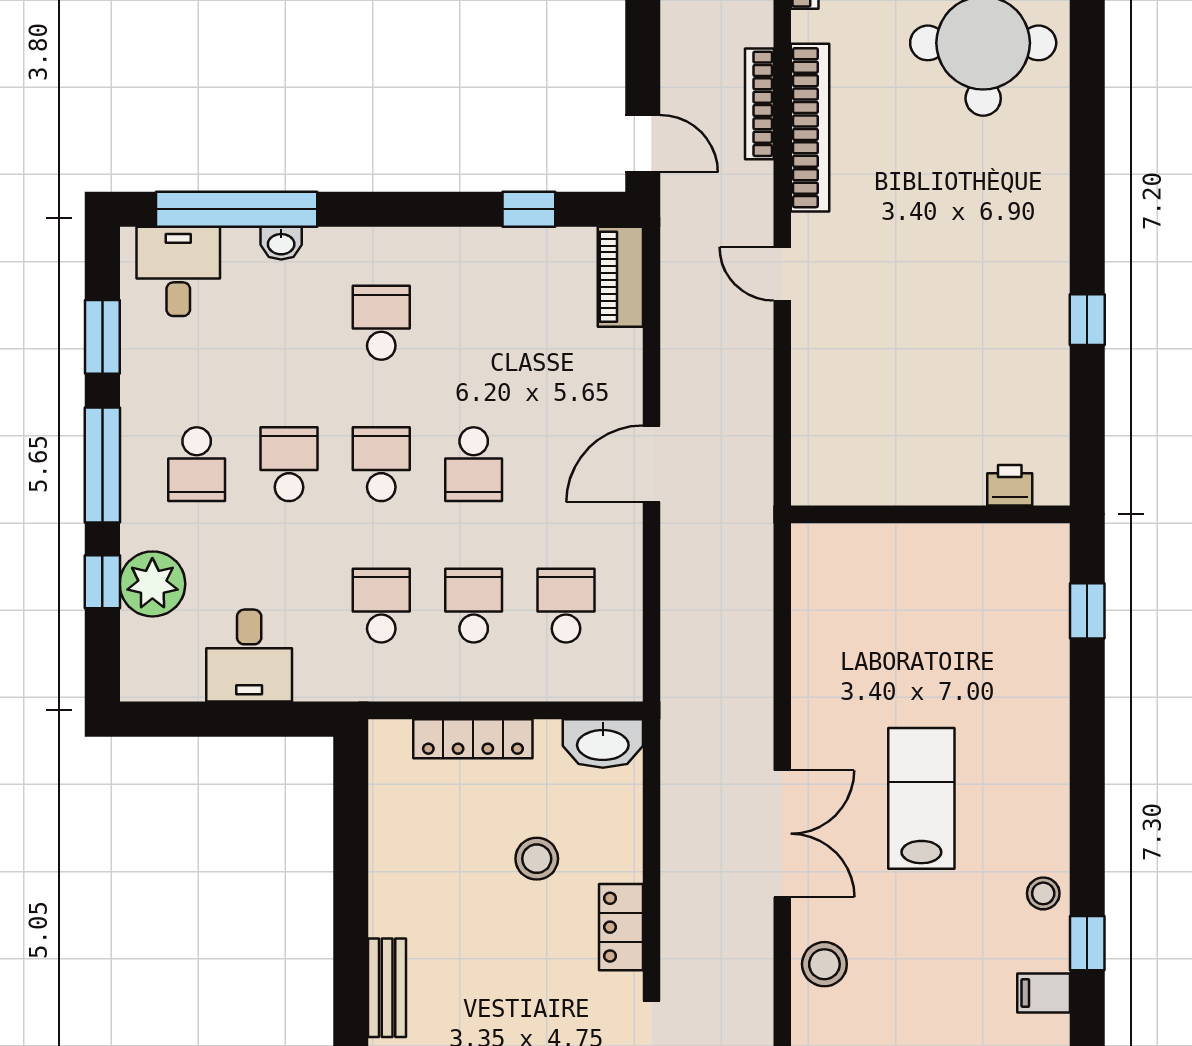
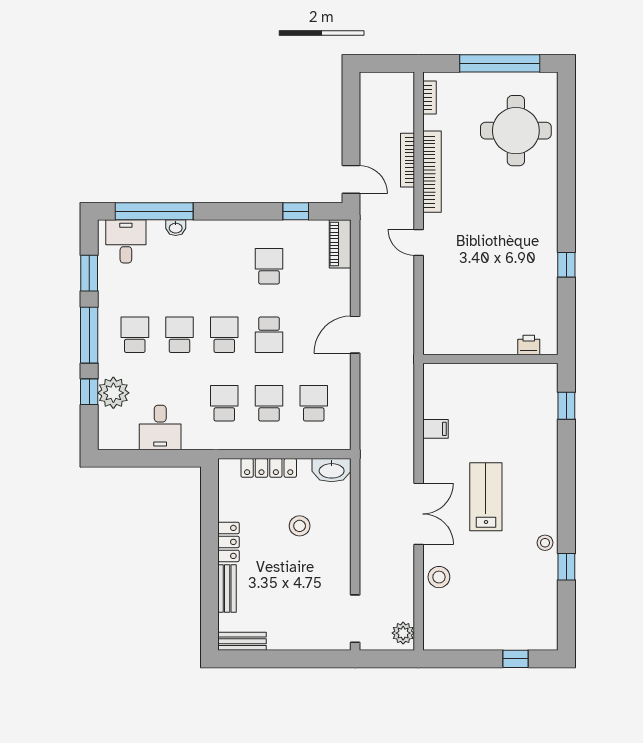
school desk: (381, 323) -> (269, 266), moved
school desk: (197, 464) -> (135, 335), turned 180
locker: (621, 927) -> (229, 542), moved, turned 180
filing cabinet: (1044, 993) -> (435, 429), moved, turned 180

